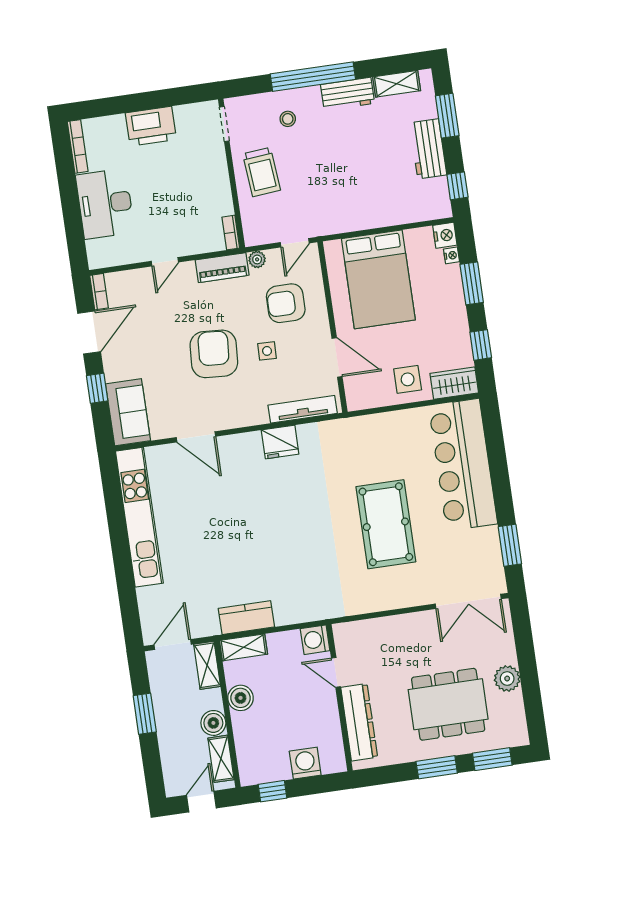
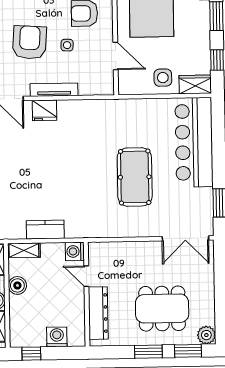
tv unit: (303, 409) -> (54, 90), moved
fridge: (280, 442) -> (44, 110), moved
kitchen counter: (246, 618) -> (45, 230), moved
plant: (507, 679) -> (206, 335), moved

